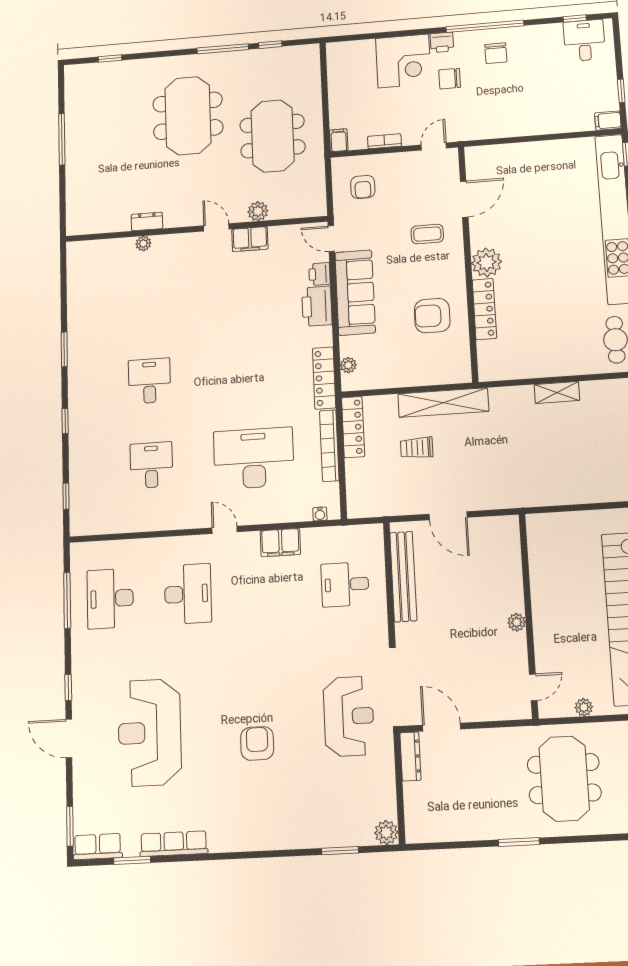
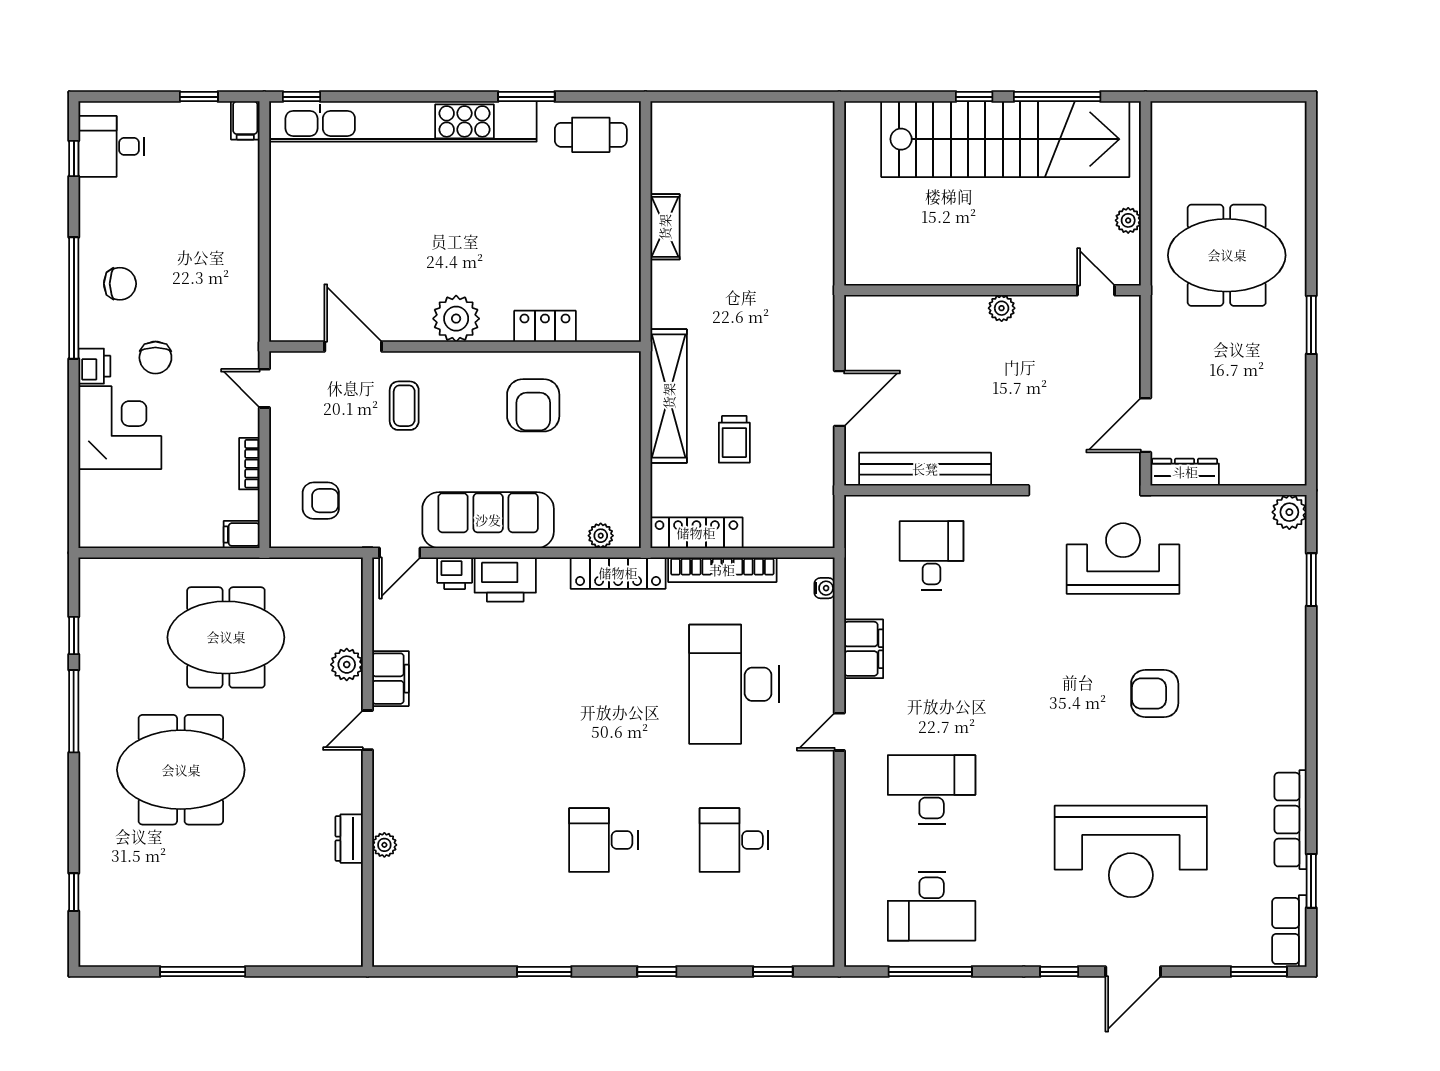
locker: (484, 309) -> (545, 326), width x0.66
desk: (345, 584) -> (932, 555), turned 180

